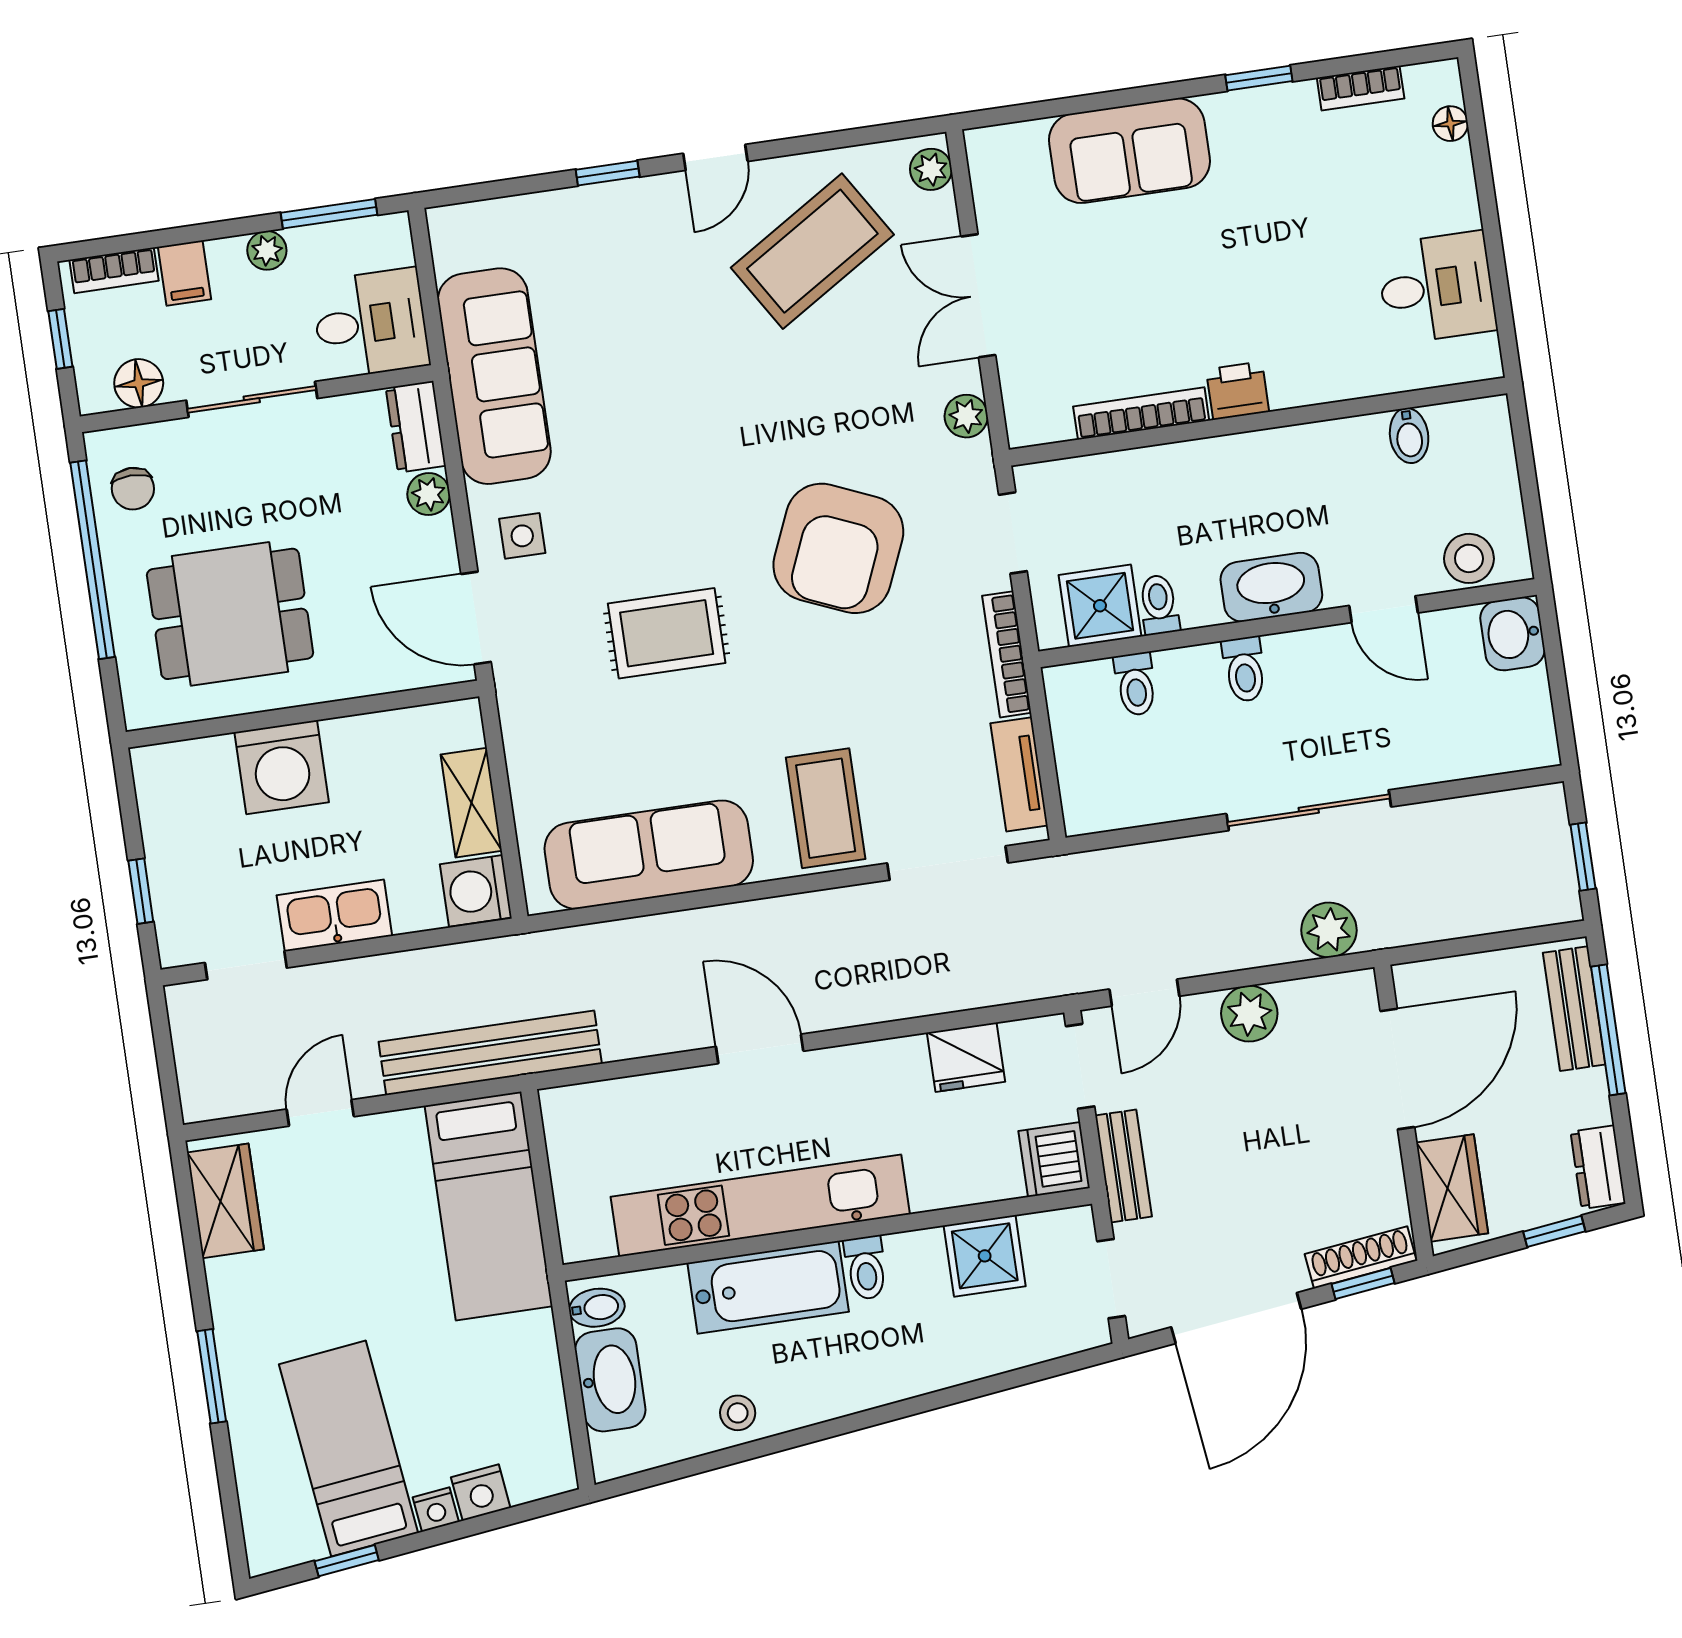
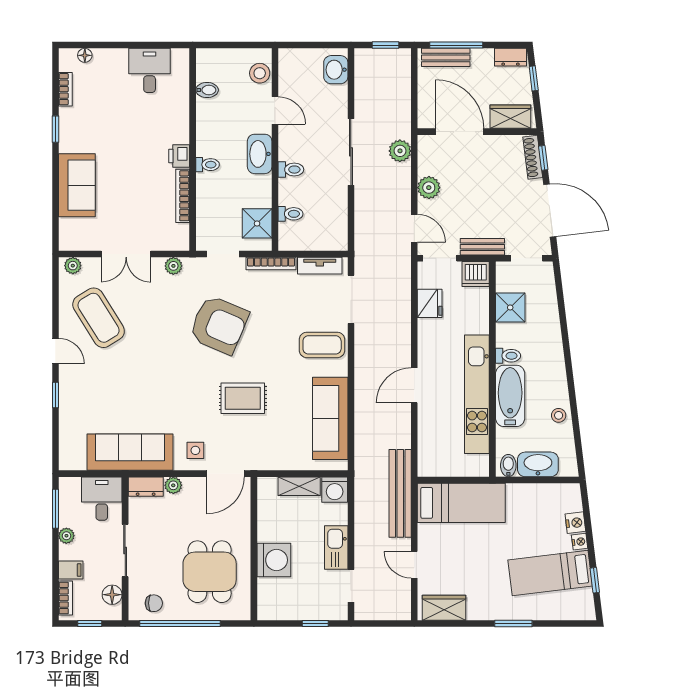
toilet: (1159, 605) -> (208, 165), moved, turned 180
door: (1383, 609) -> (275, 110), hinge flipped
rug: (667, 633) -> (243, 398), turned 90
washbasin: (1512, 634) -> (336, 70), moved, turned 90

